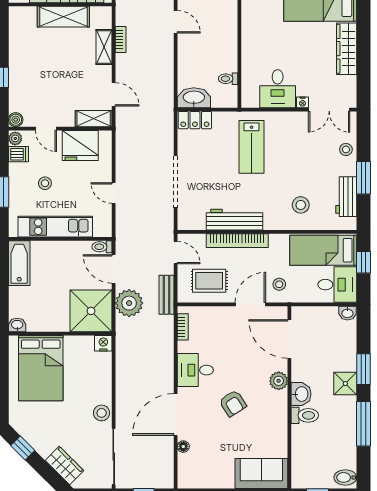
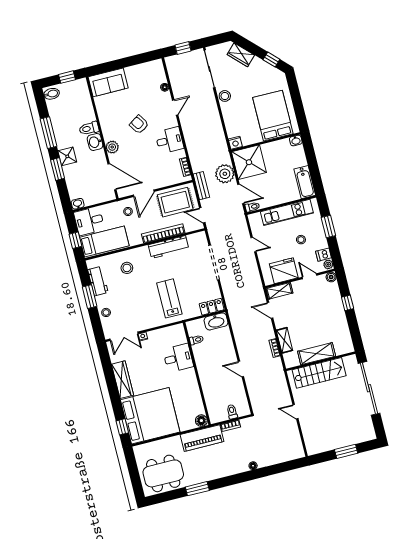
desk: (278, 89) -> (178, 358), moved, turned 90
double door: (329, 110) -> (124, 336), swing flipped
rug: (209, 281) -> (175, 202), width x1.36, depth x1.43
door: (176, 414) -> (175, 107), width x0.53

